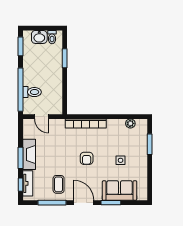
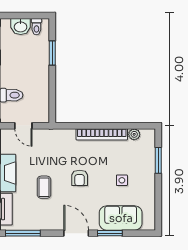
bookcase: (86, 123) -> (102, 134), moved
coffee table: (59, 184) -> (44, 187), moved
window: (52, 203) -> (23, 233), moved

